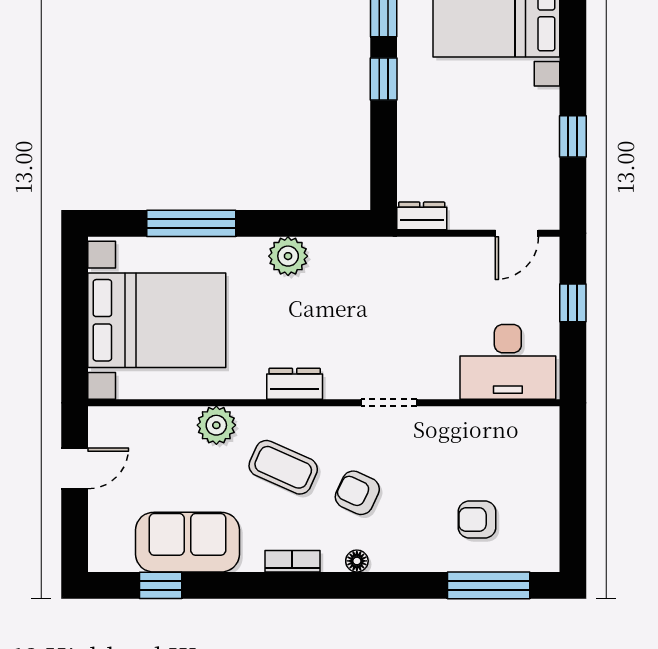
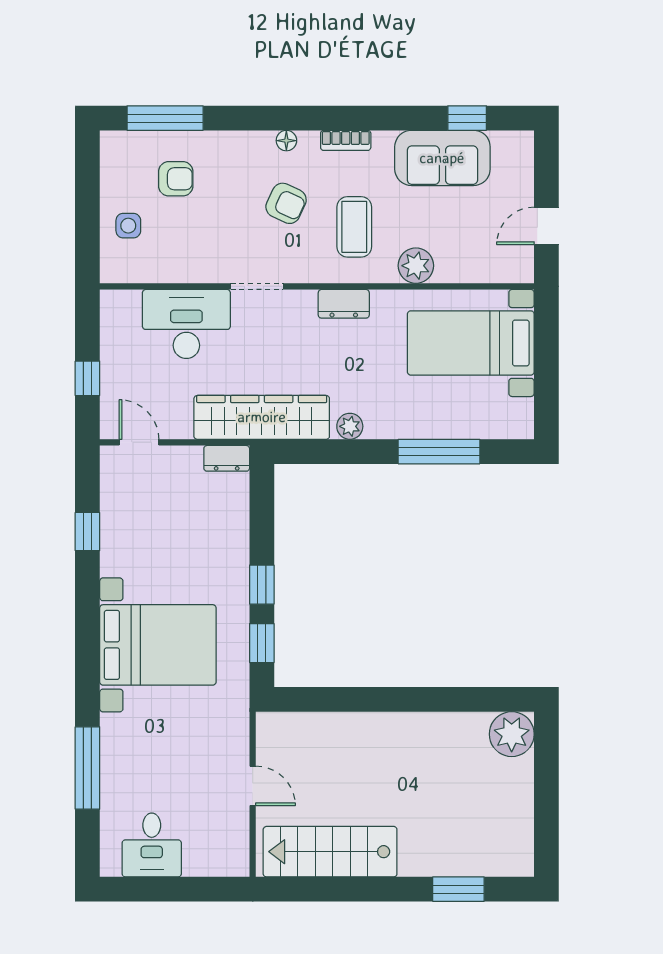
door: (517, 233) -> (139, 442), hinge flipped
plant: (288, 256) -> (350, 426), width x0.73, depth x0.73
wardrobe: (384, 260) -> (262, 417), added
bed with nightstands: (157, 320) -> (471, 343), width x0.73
desk: (508, 362) -> (186, 324), moved
coffee table: (283, 467) -> (354, 227), turned 66
side table: (529, 469) -> (128, 226), added

